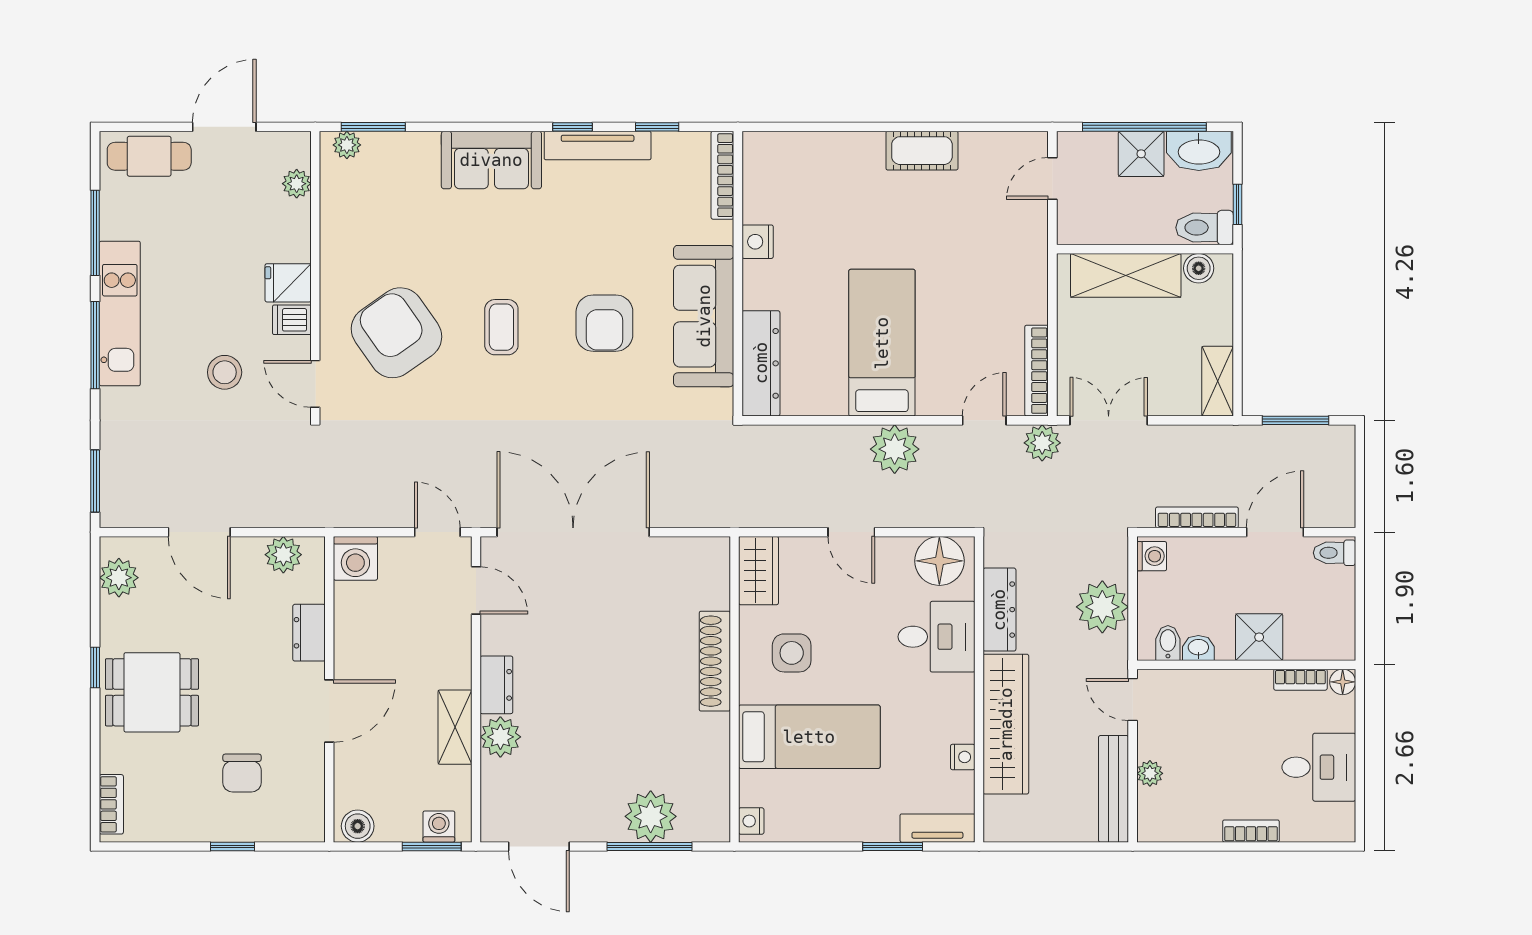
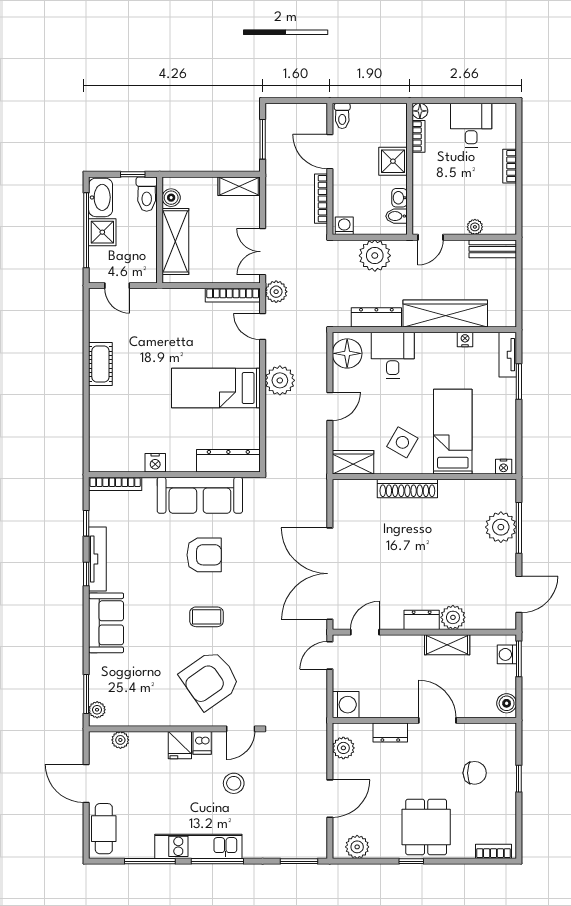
side table: (792, 653) -> (402, 442), turned 30
bench: (1114, 789) -> (493, 249), width x0.73

